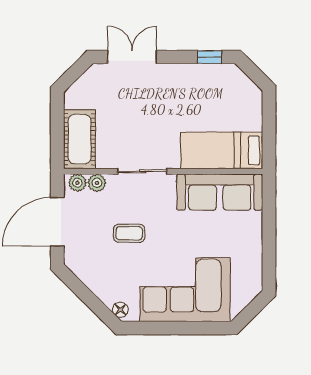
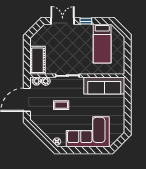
window: (210, 57) -> (86, 21), moved
bed: (222, 150) -> (102, 44), moved, turned -90

